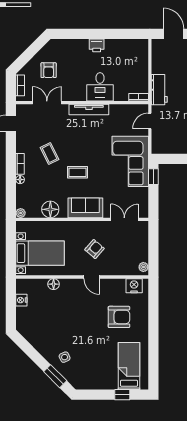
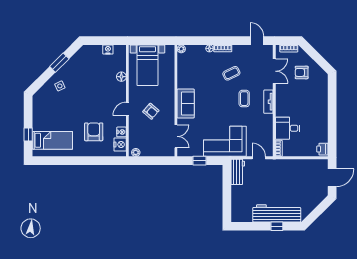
printer: (97, 45) -> (322, 149), moved
desk: (100, 87) -> (288, 128), moved
workbench: (159, 90) -> (238, 172), moved, turned -90
tv unit: (89, 109) -> (268, 102), width x0.71
coffee table: (77, 172) -> (244, 99), moved
window: (153, 177) -> (199, 161), moved
floor lamp: (50, 209) -> (184, 74), removed
nightstand: (119, 284) -> (122, 132), added
armchair: (119, 317) -> (94, 132), turned 180
window: (55, 376) -> (59, 63), moved

